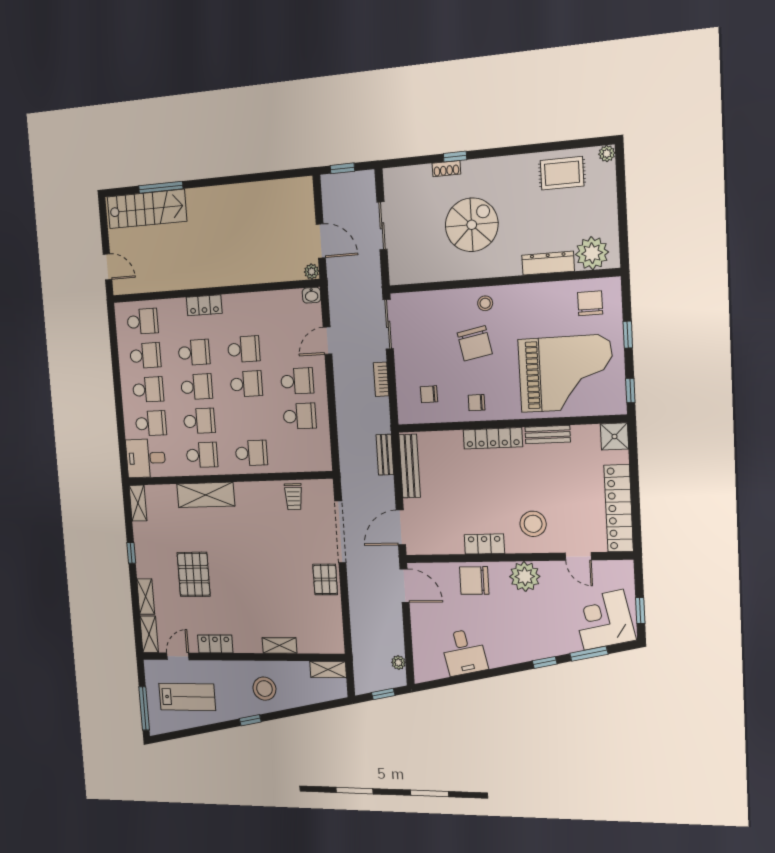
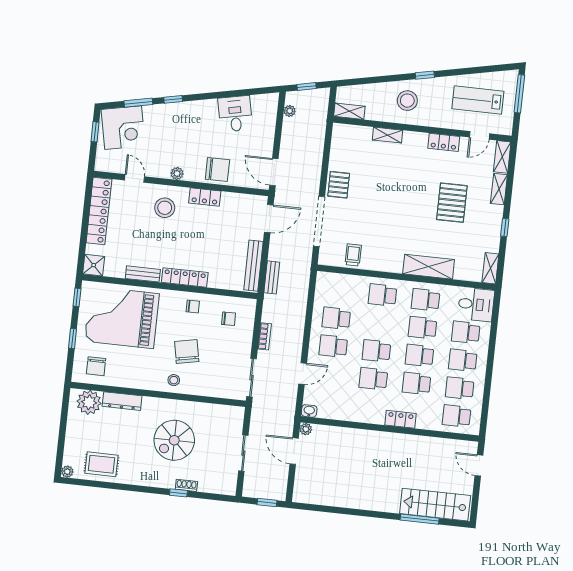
plant: (525, 576) -> (177, 173), width x0.53, depth x0.53

